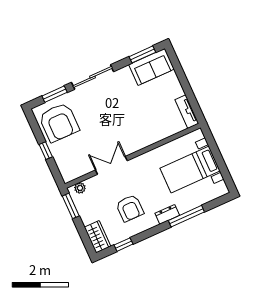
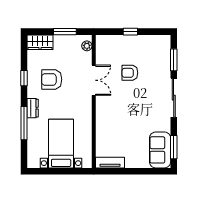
armchair: (59, 122) -> (130, 73), moved, width x0.53, depth x0.53
window: (71, 206) -> (65, 32), moved
window: (123, 245) -> (24, 78), moved

